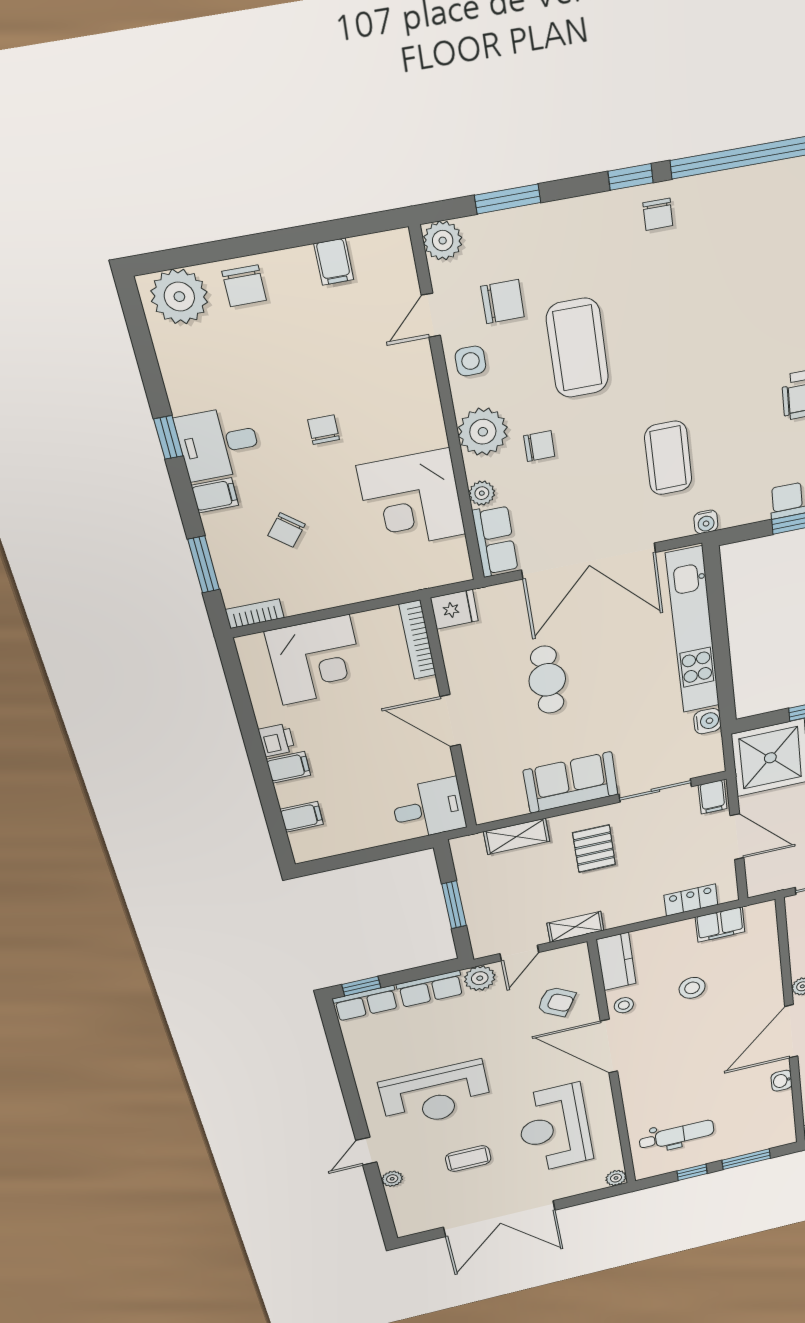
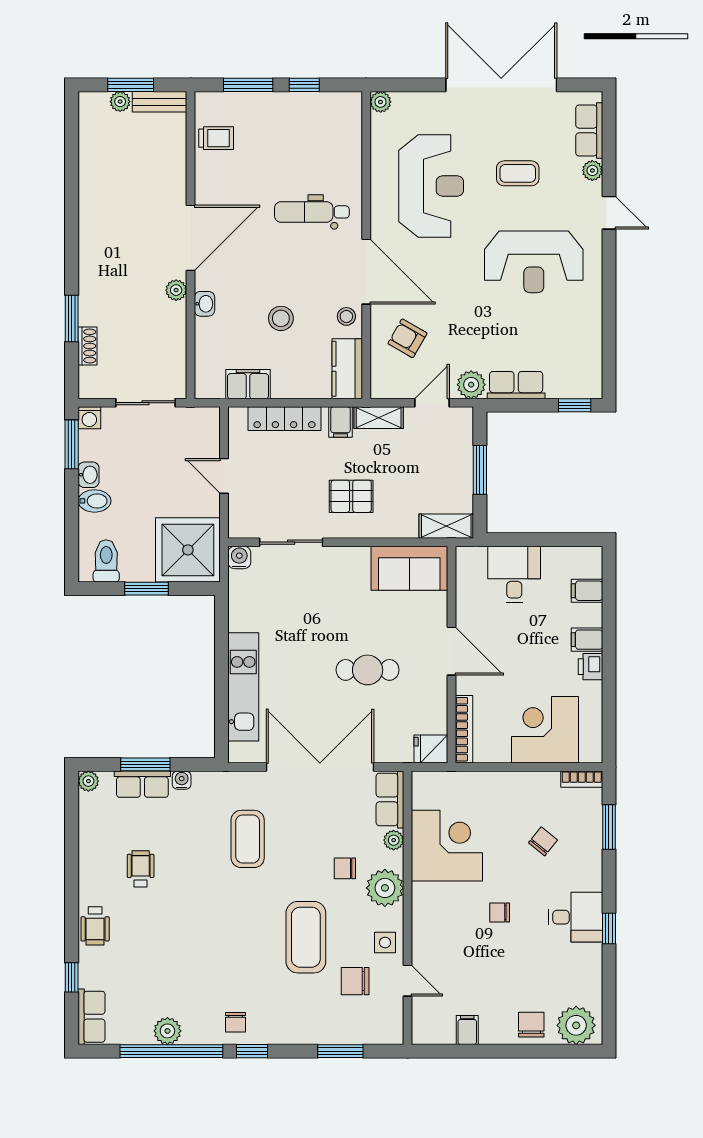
chair: (658, 214) -> (236, 1022), turned 180
plant: (443, 241) -> (167, 1031), moved
door: (431, 315) -> (407, 981), hinge flipped
chair: (324, 430) -> (500, 912), turned 90
filing cabinet: (215, 495) -> (588, 879), removed
water cooler: (706, 522) -> (182, 780), moved
kitchen unit: (693, 631) -> (243, 687), width x0.73
cafe table: (547, 680) -> (368, 670), turned 90
water cooler: (707, 721) -> (239, 557), moved, turned 90
sofa: (571, 782) -> (409, 568), moved
filing cabinet: (713, 797) -> (340, 422), moved, turned 180
desk: (429, 809) -> (514, 574), moved, turned 90
shelving: (517, 836) -> (446, 526), moved
door: (737, 837) -> (224, 476), width x0.73
pallet: (594, 849) -> (351, 496), turned 90
locker: (691, 900) -> (284, 419), width x1.53
row of seats: (366, 1003) -> (589, 130), moved, turned -90
washbasin: (782, 1081) -> (204, 304), moved
reception desk: (435, 1095) -> (534, 262), turned 180
trolley: (773, 1113) -> (216, 138), added
dental chair: (677, 1135) -> (312, 212), moved
door: (366, 1151) -> (609, 213), hinge flipped

